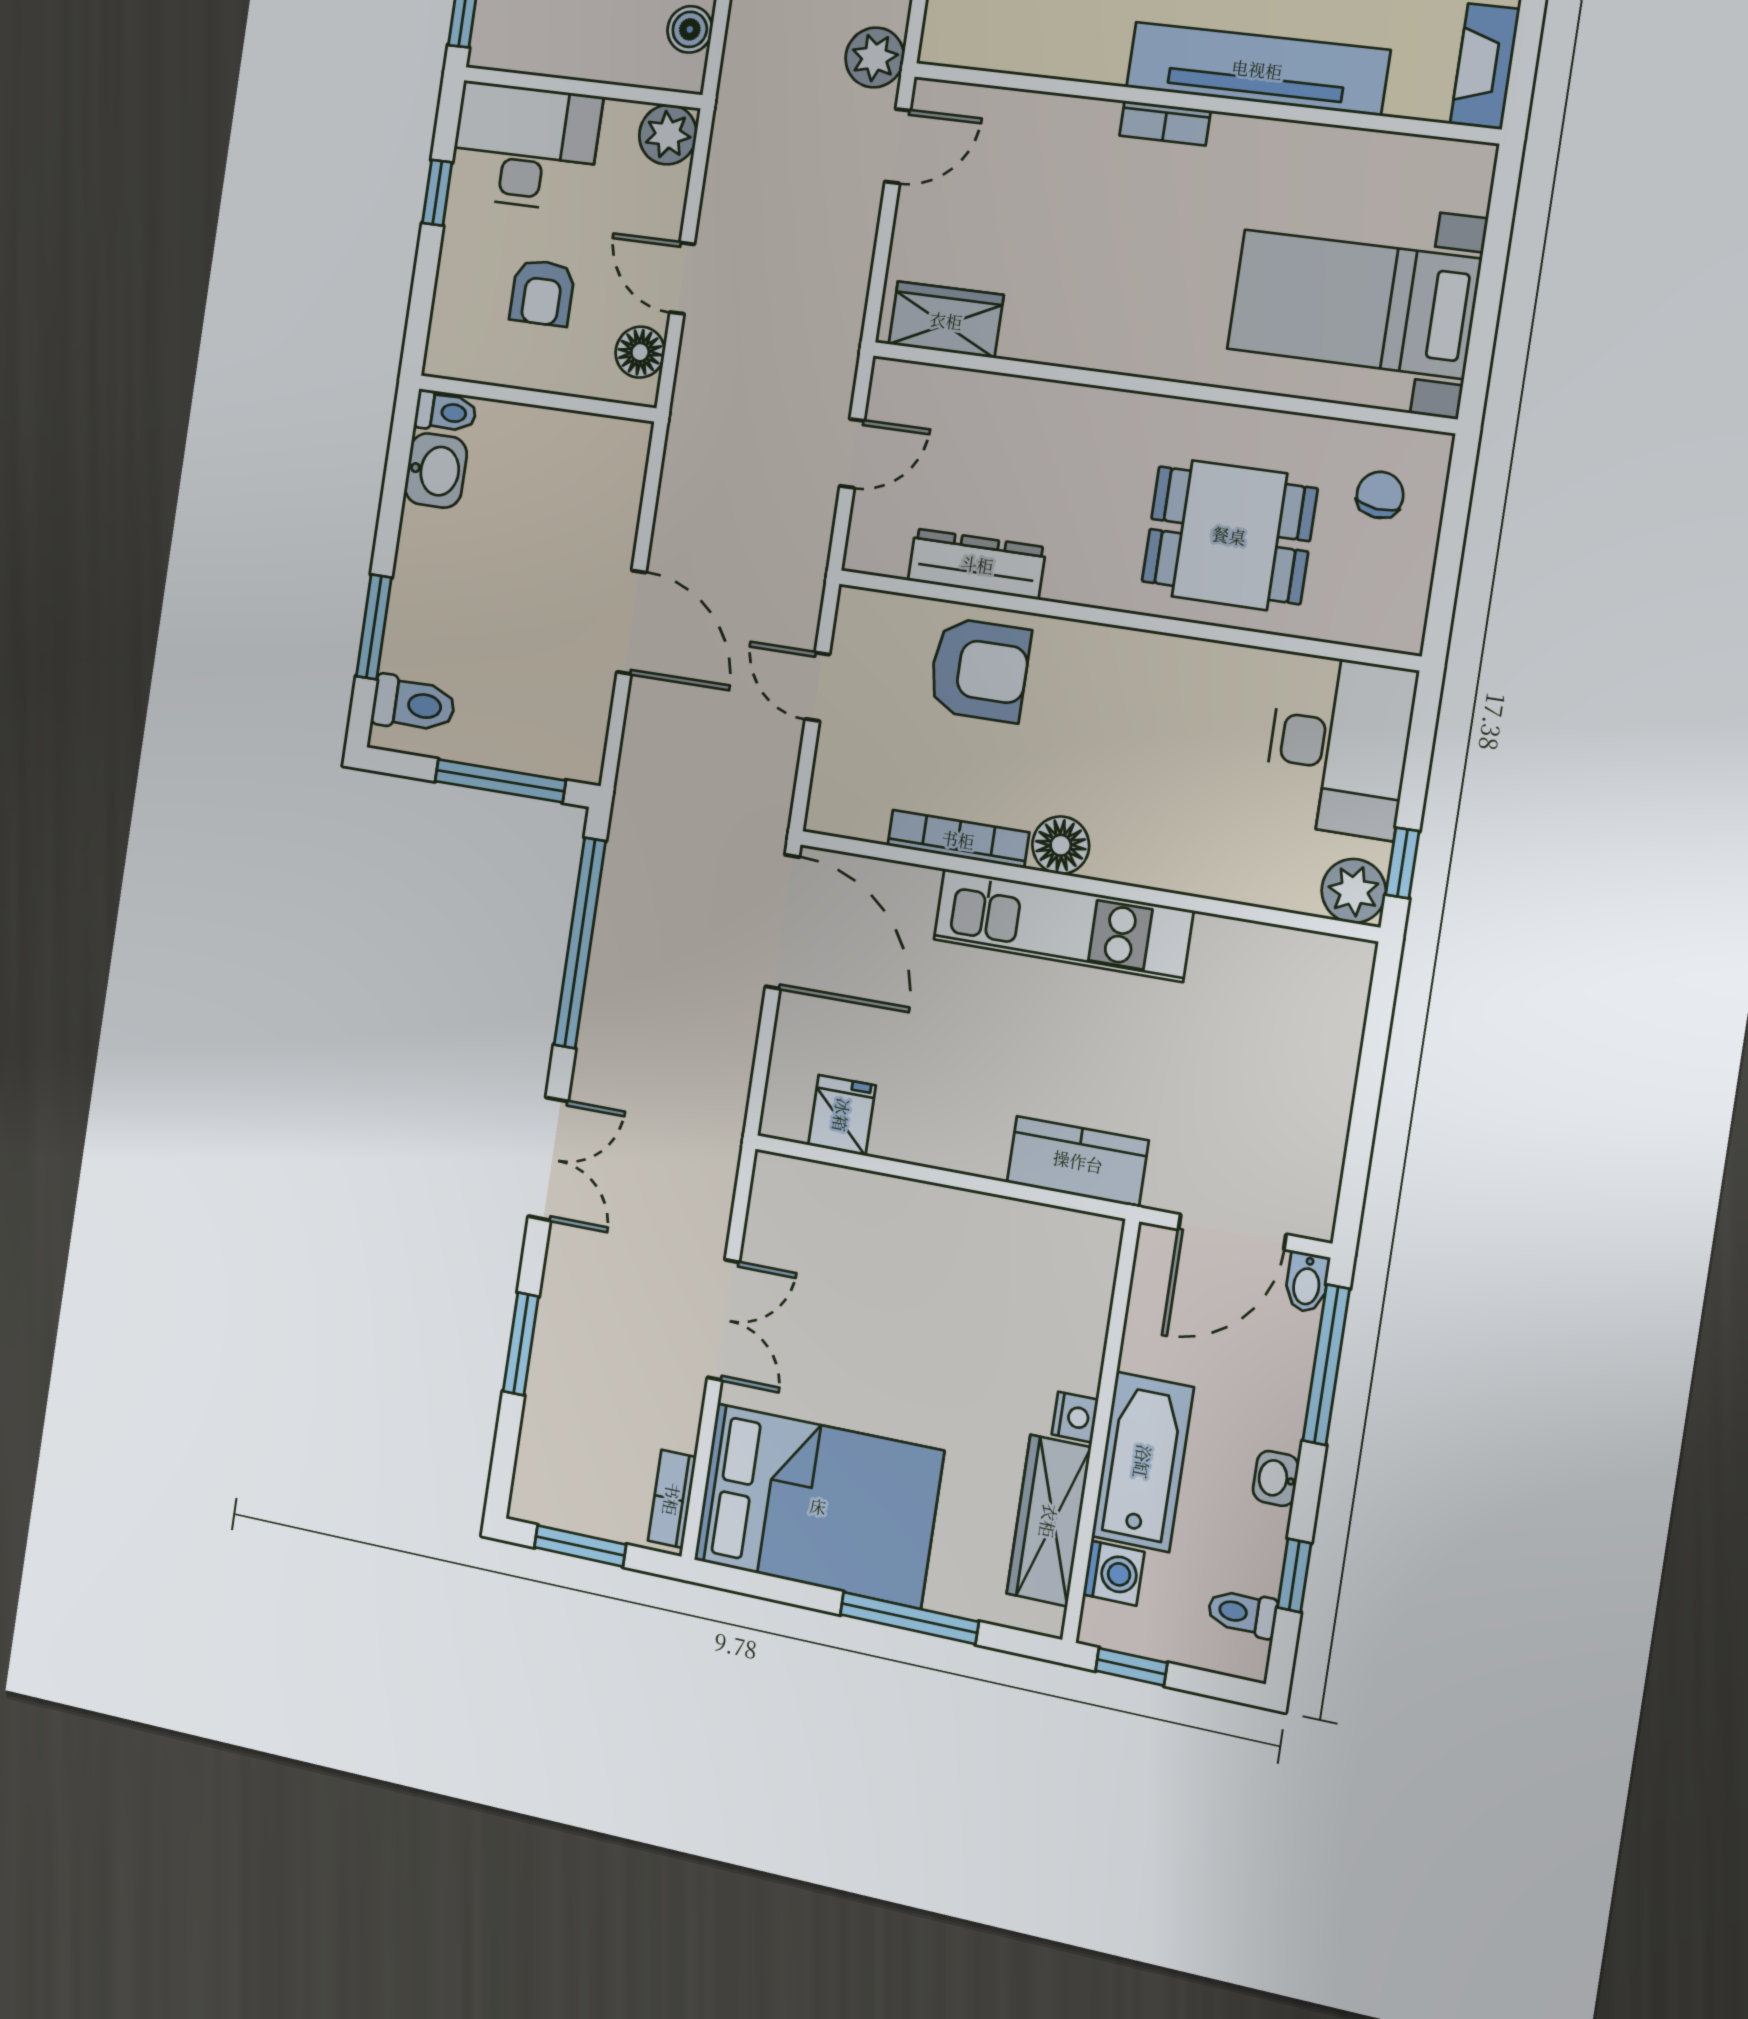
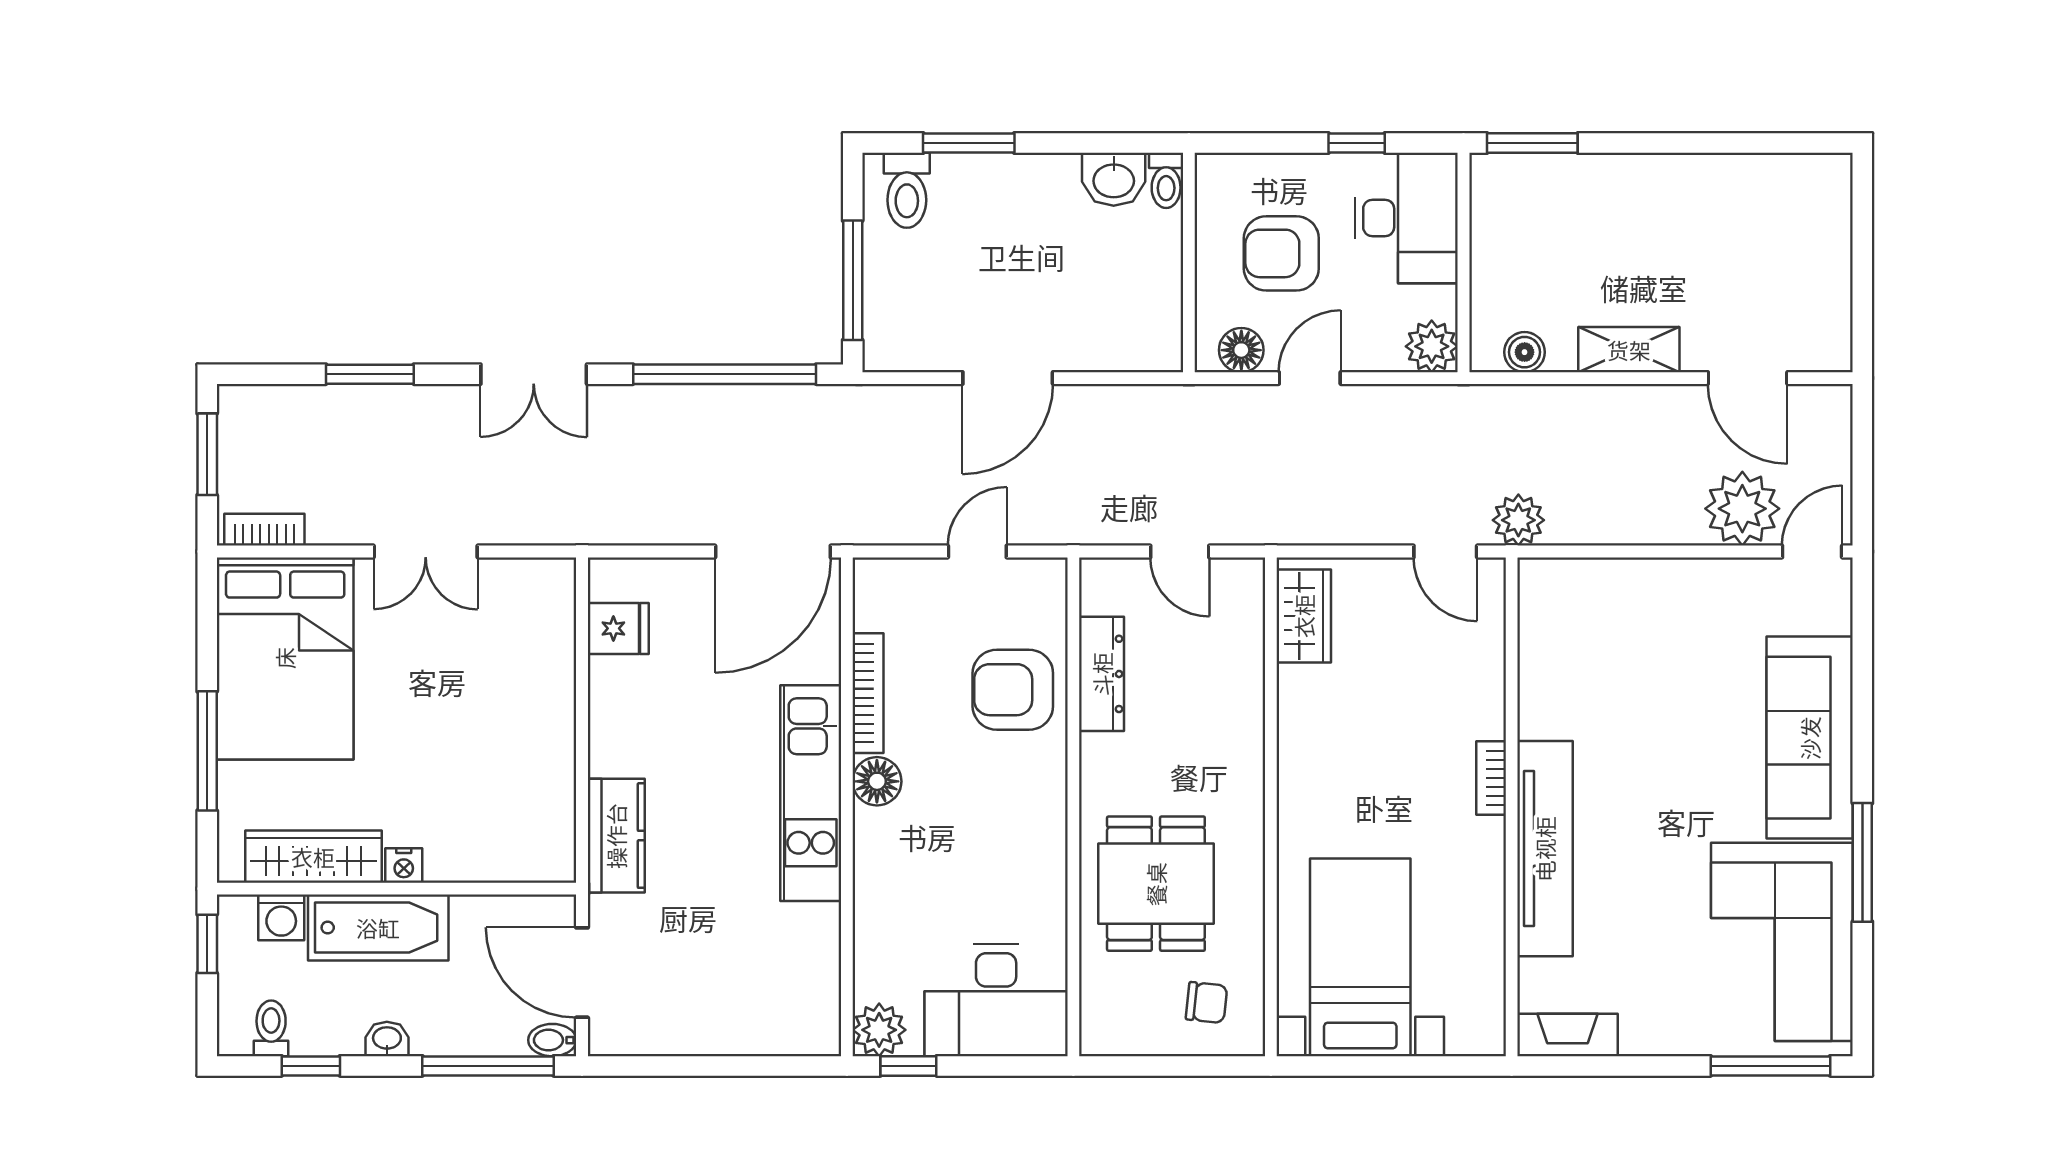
armchair: (542, 293) -> (1281, 253), width x1.38, depth x1.38
armchair: (979, 670) -> (1013, 690), turned 90

